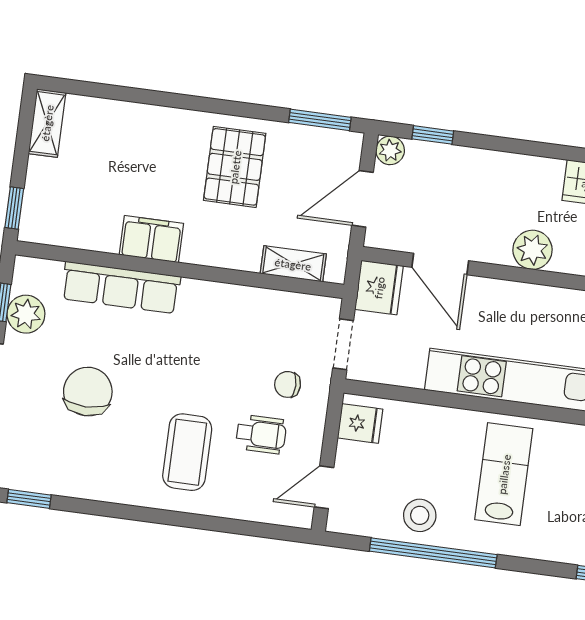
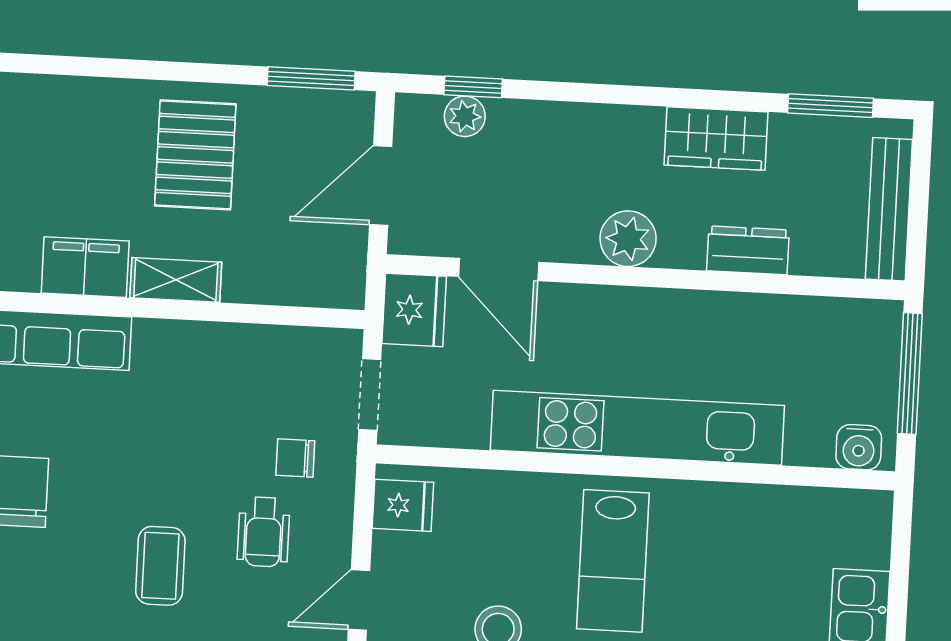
plant: (390, 150) -> (465, 116), moved
shelving: (293, 264) -> (176, 280), moved
wheelchair: (261, 434) -> (264, 532), turned 90
coffee table: (187, 452) -> (160, 566), width x0.73, depth x0.77
lab bench: (504, 474) -> (613, 561), turned 180

